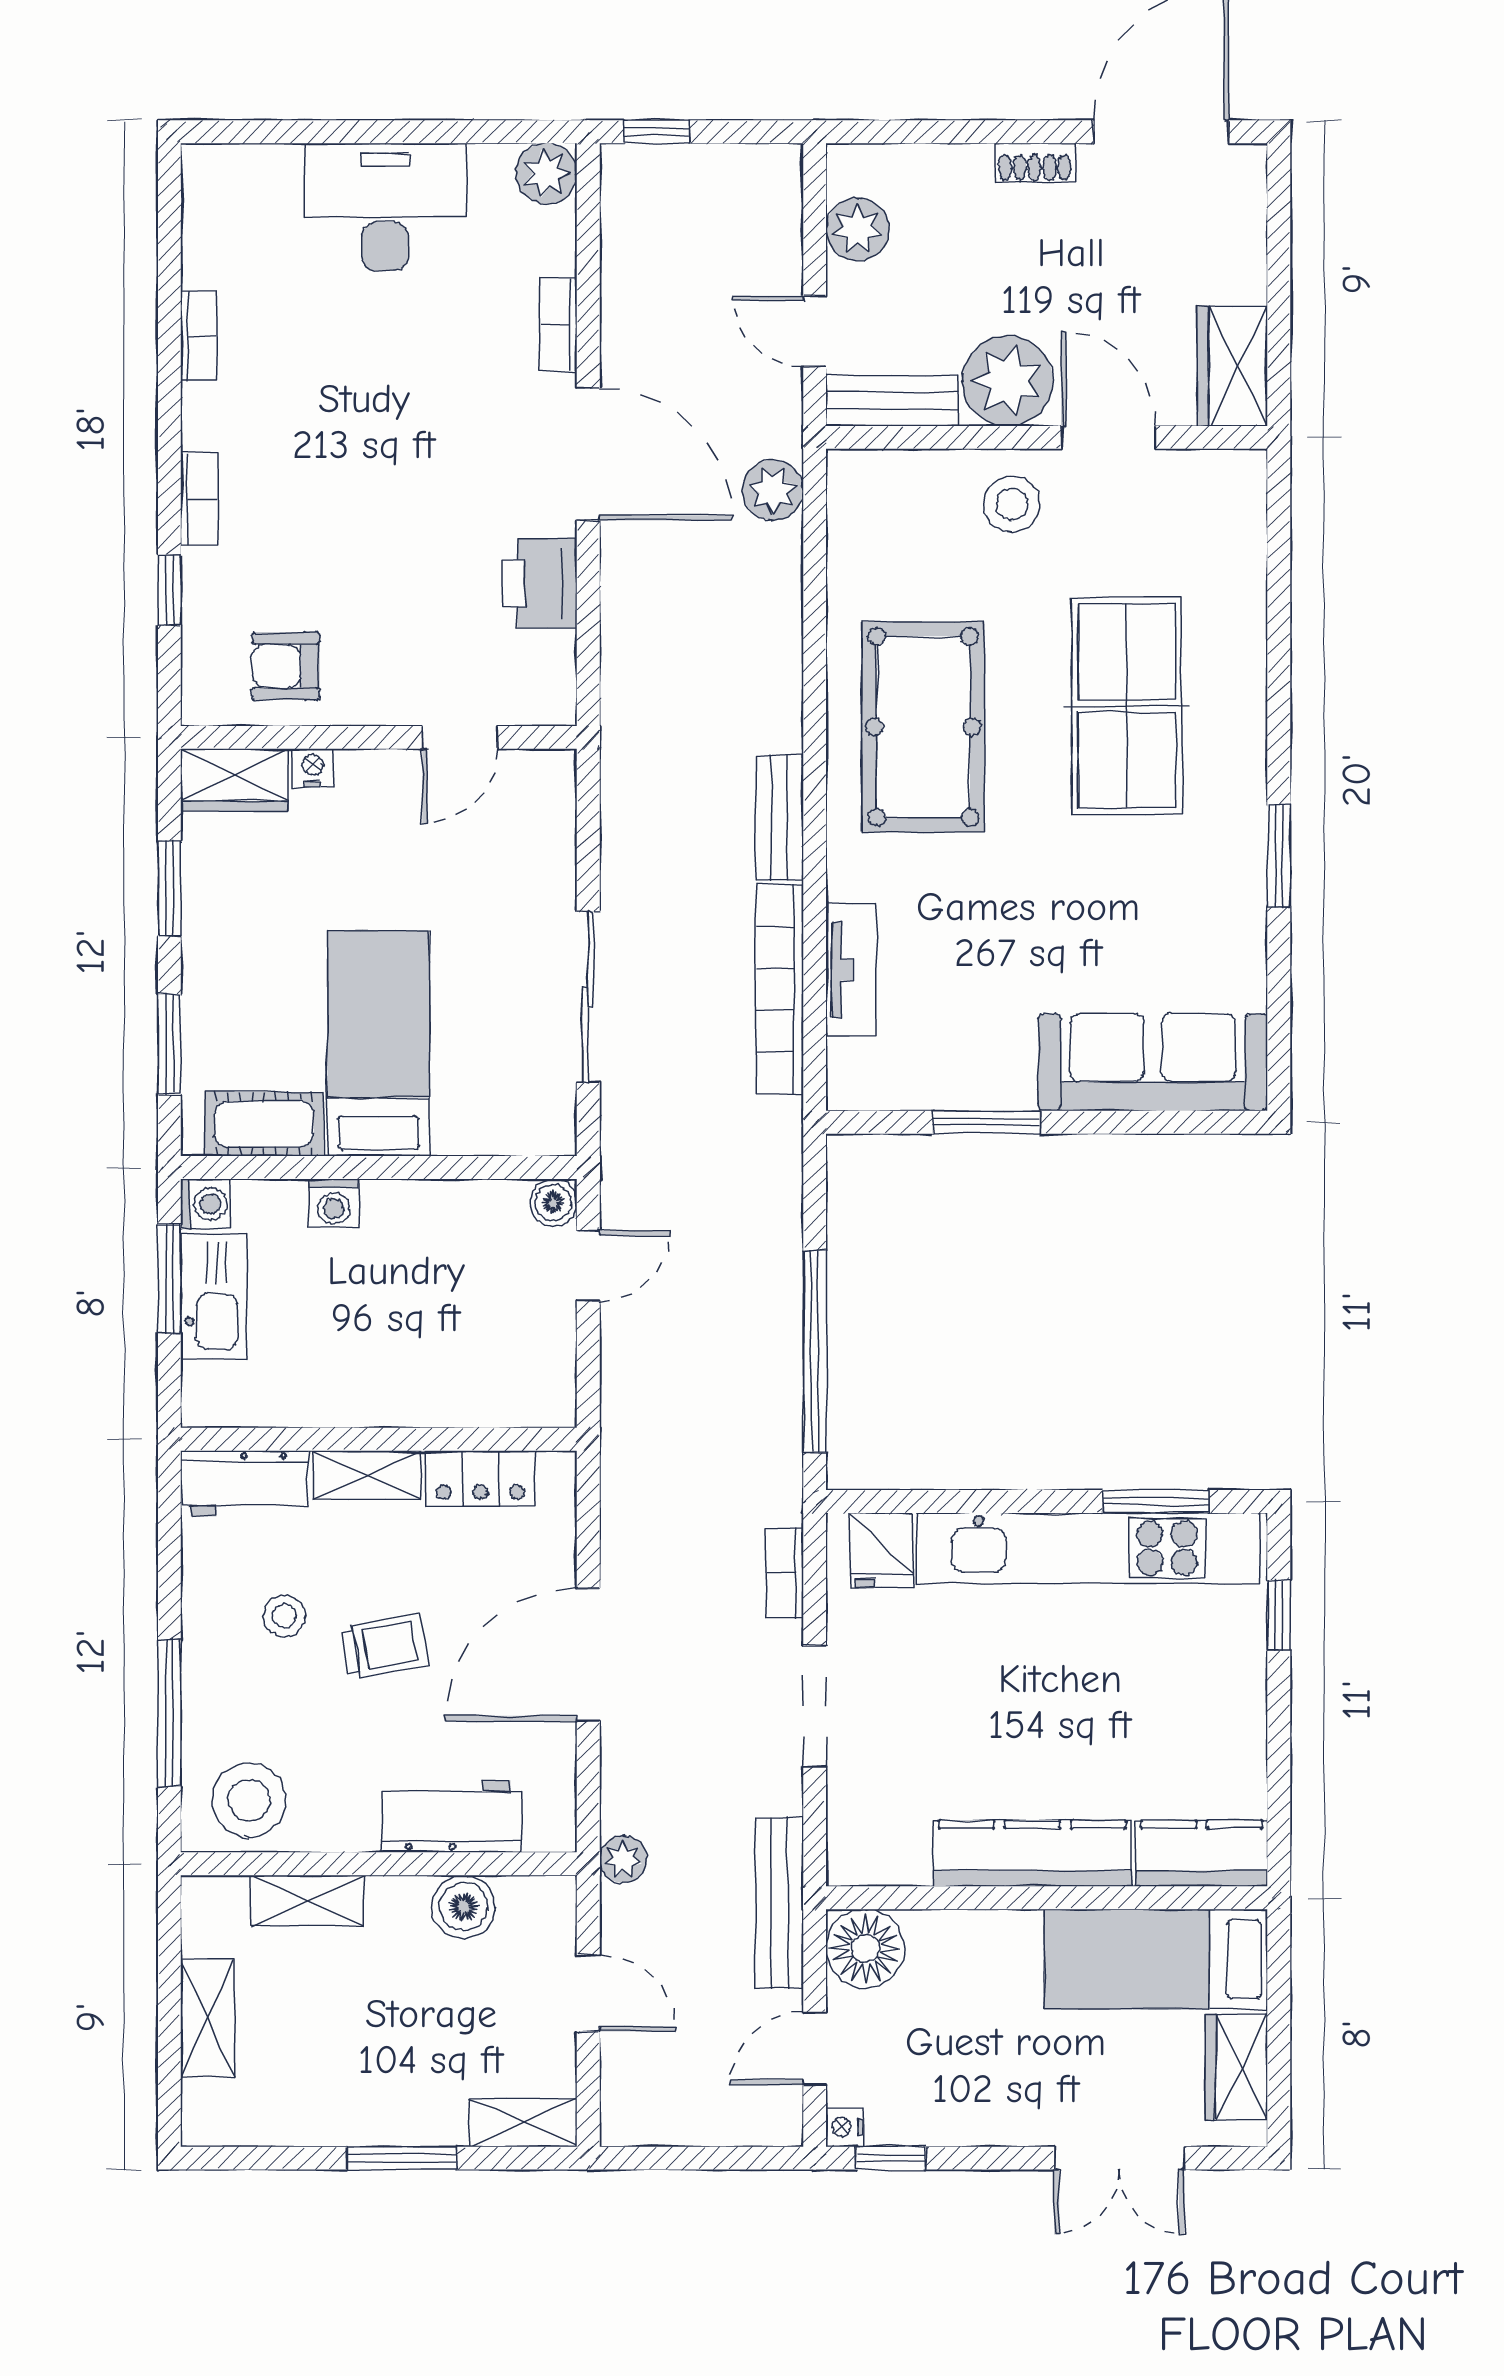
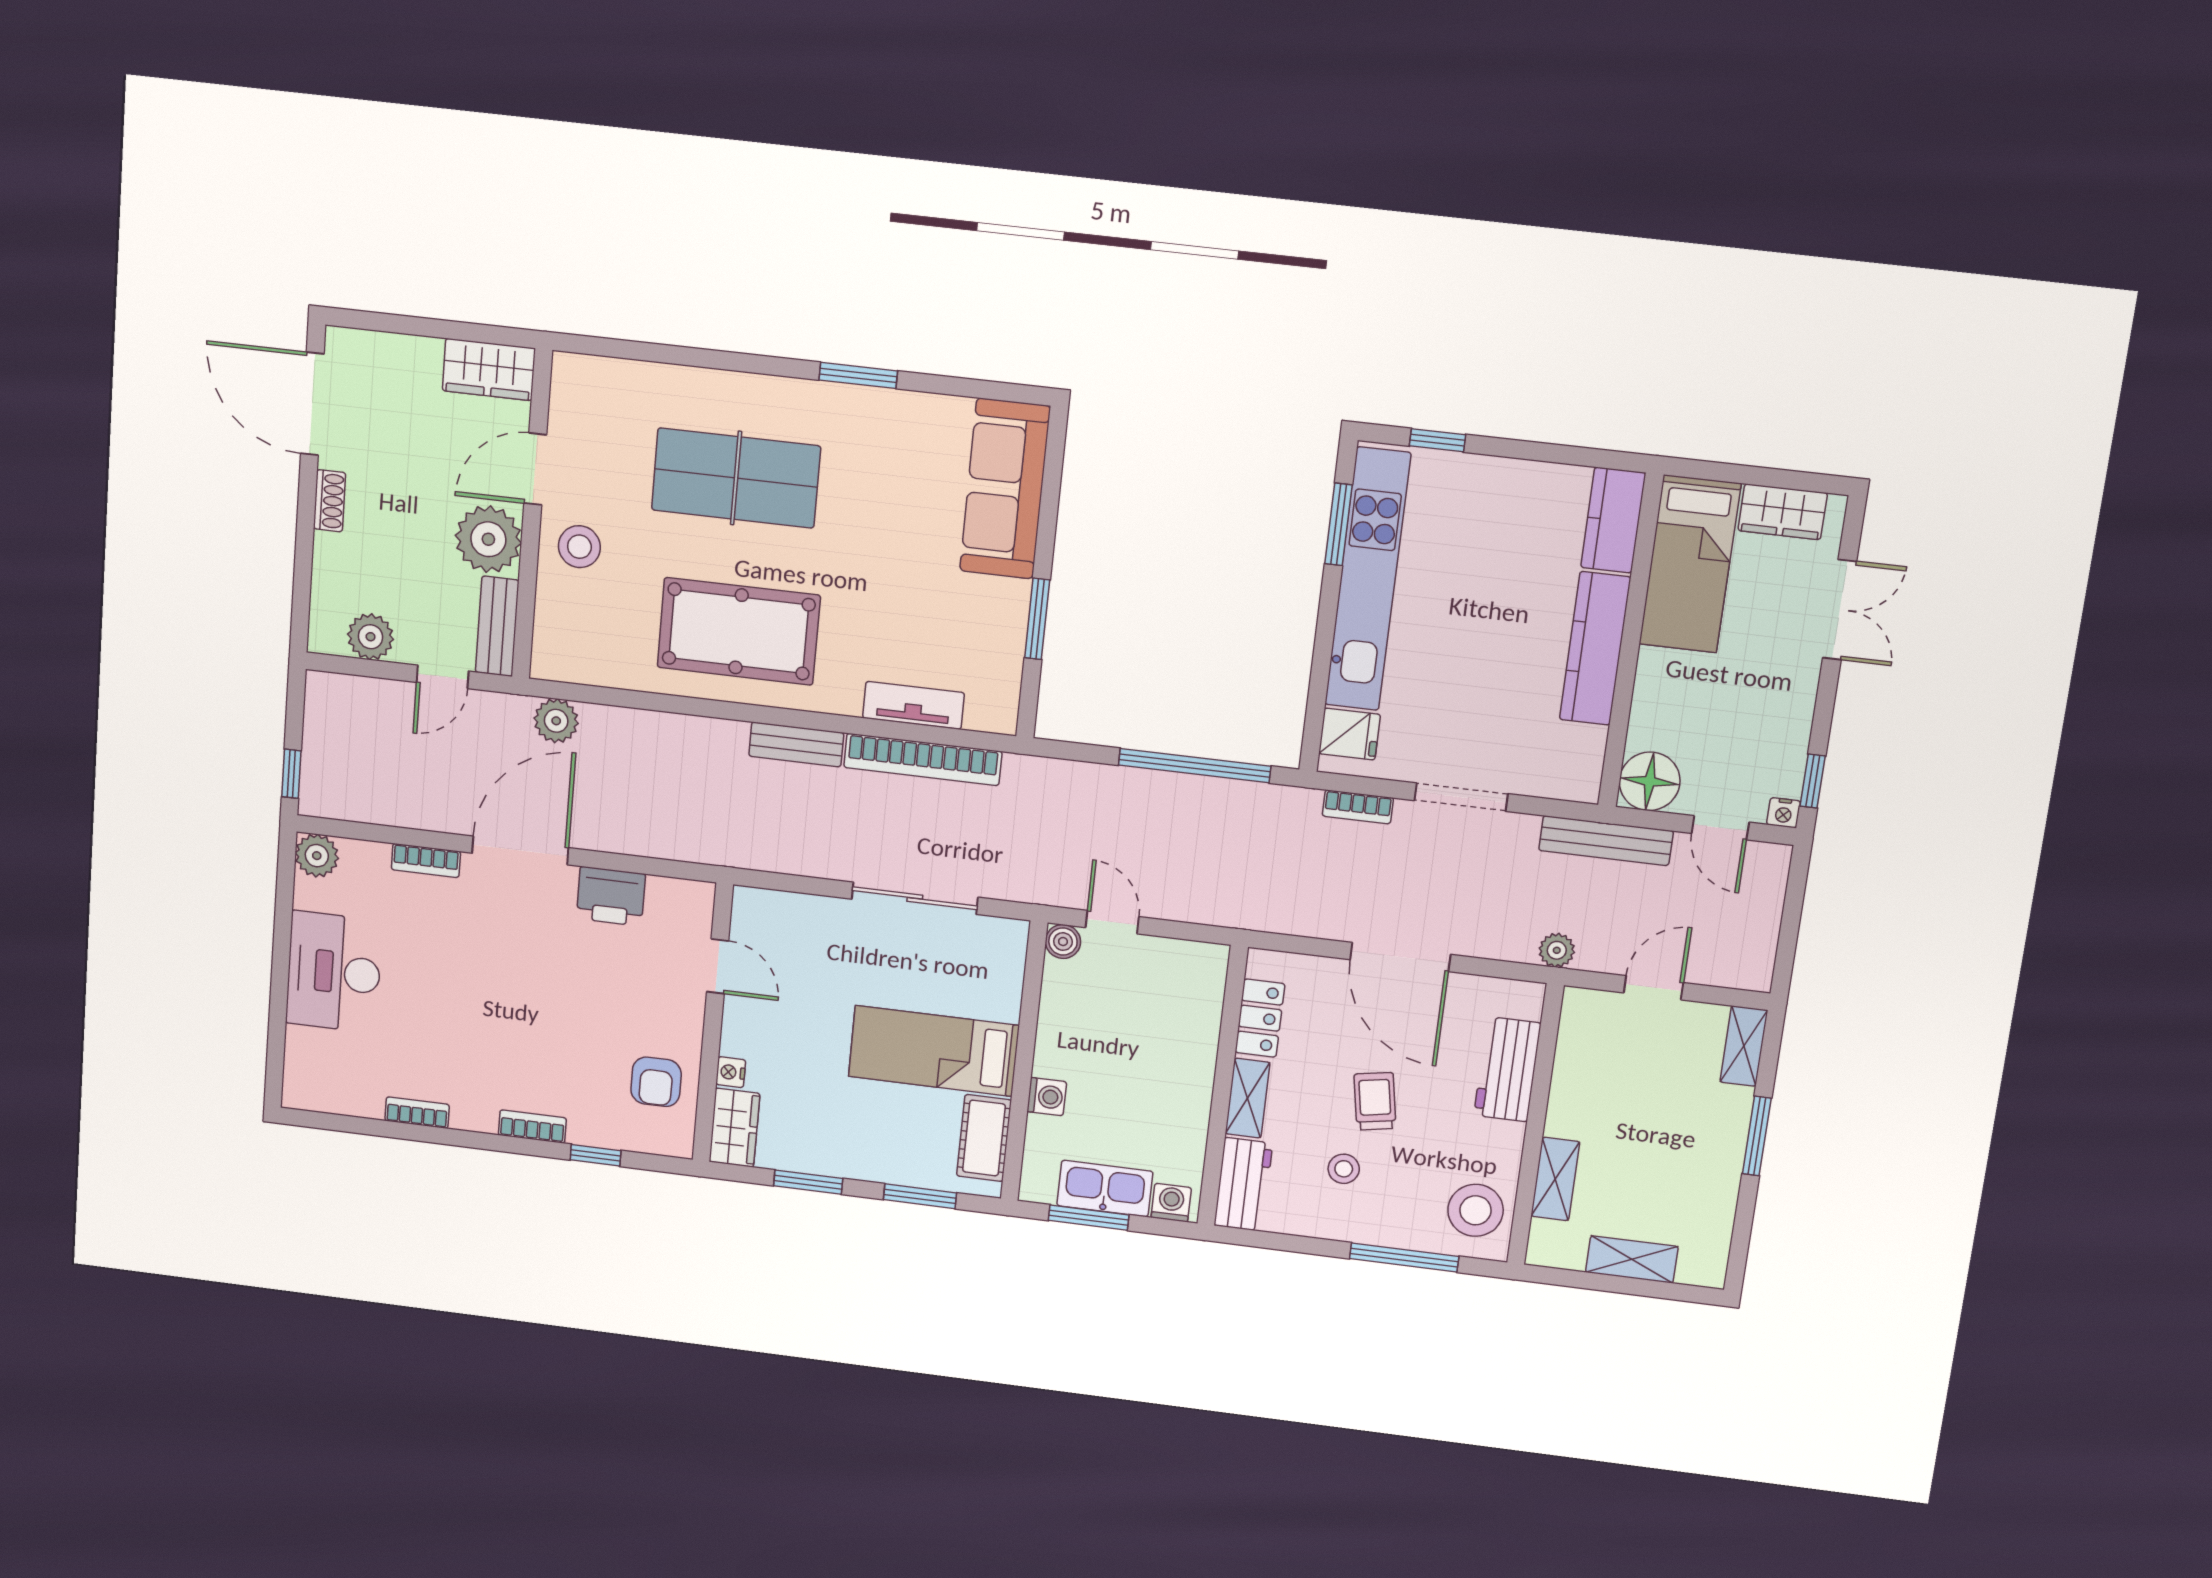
washing machine: (206, 1204) -> (1171, 1203), moved
boiler: (464, 1907) -> (1576, 1069), removed

